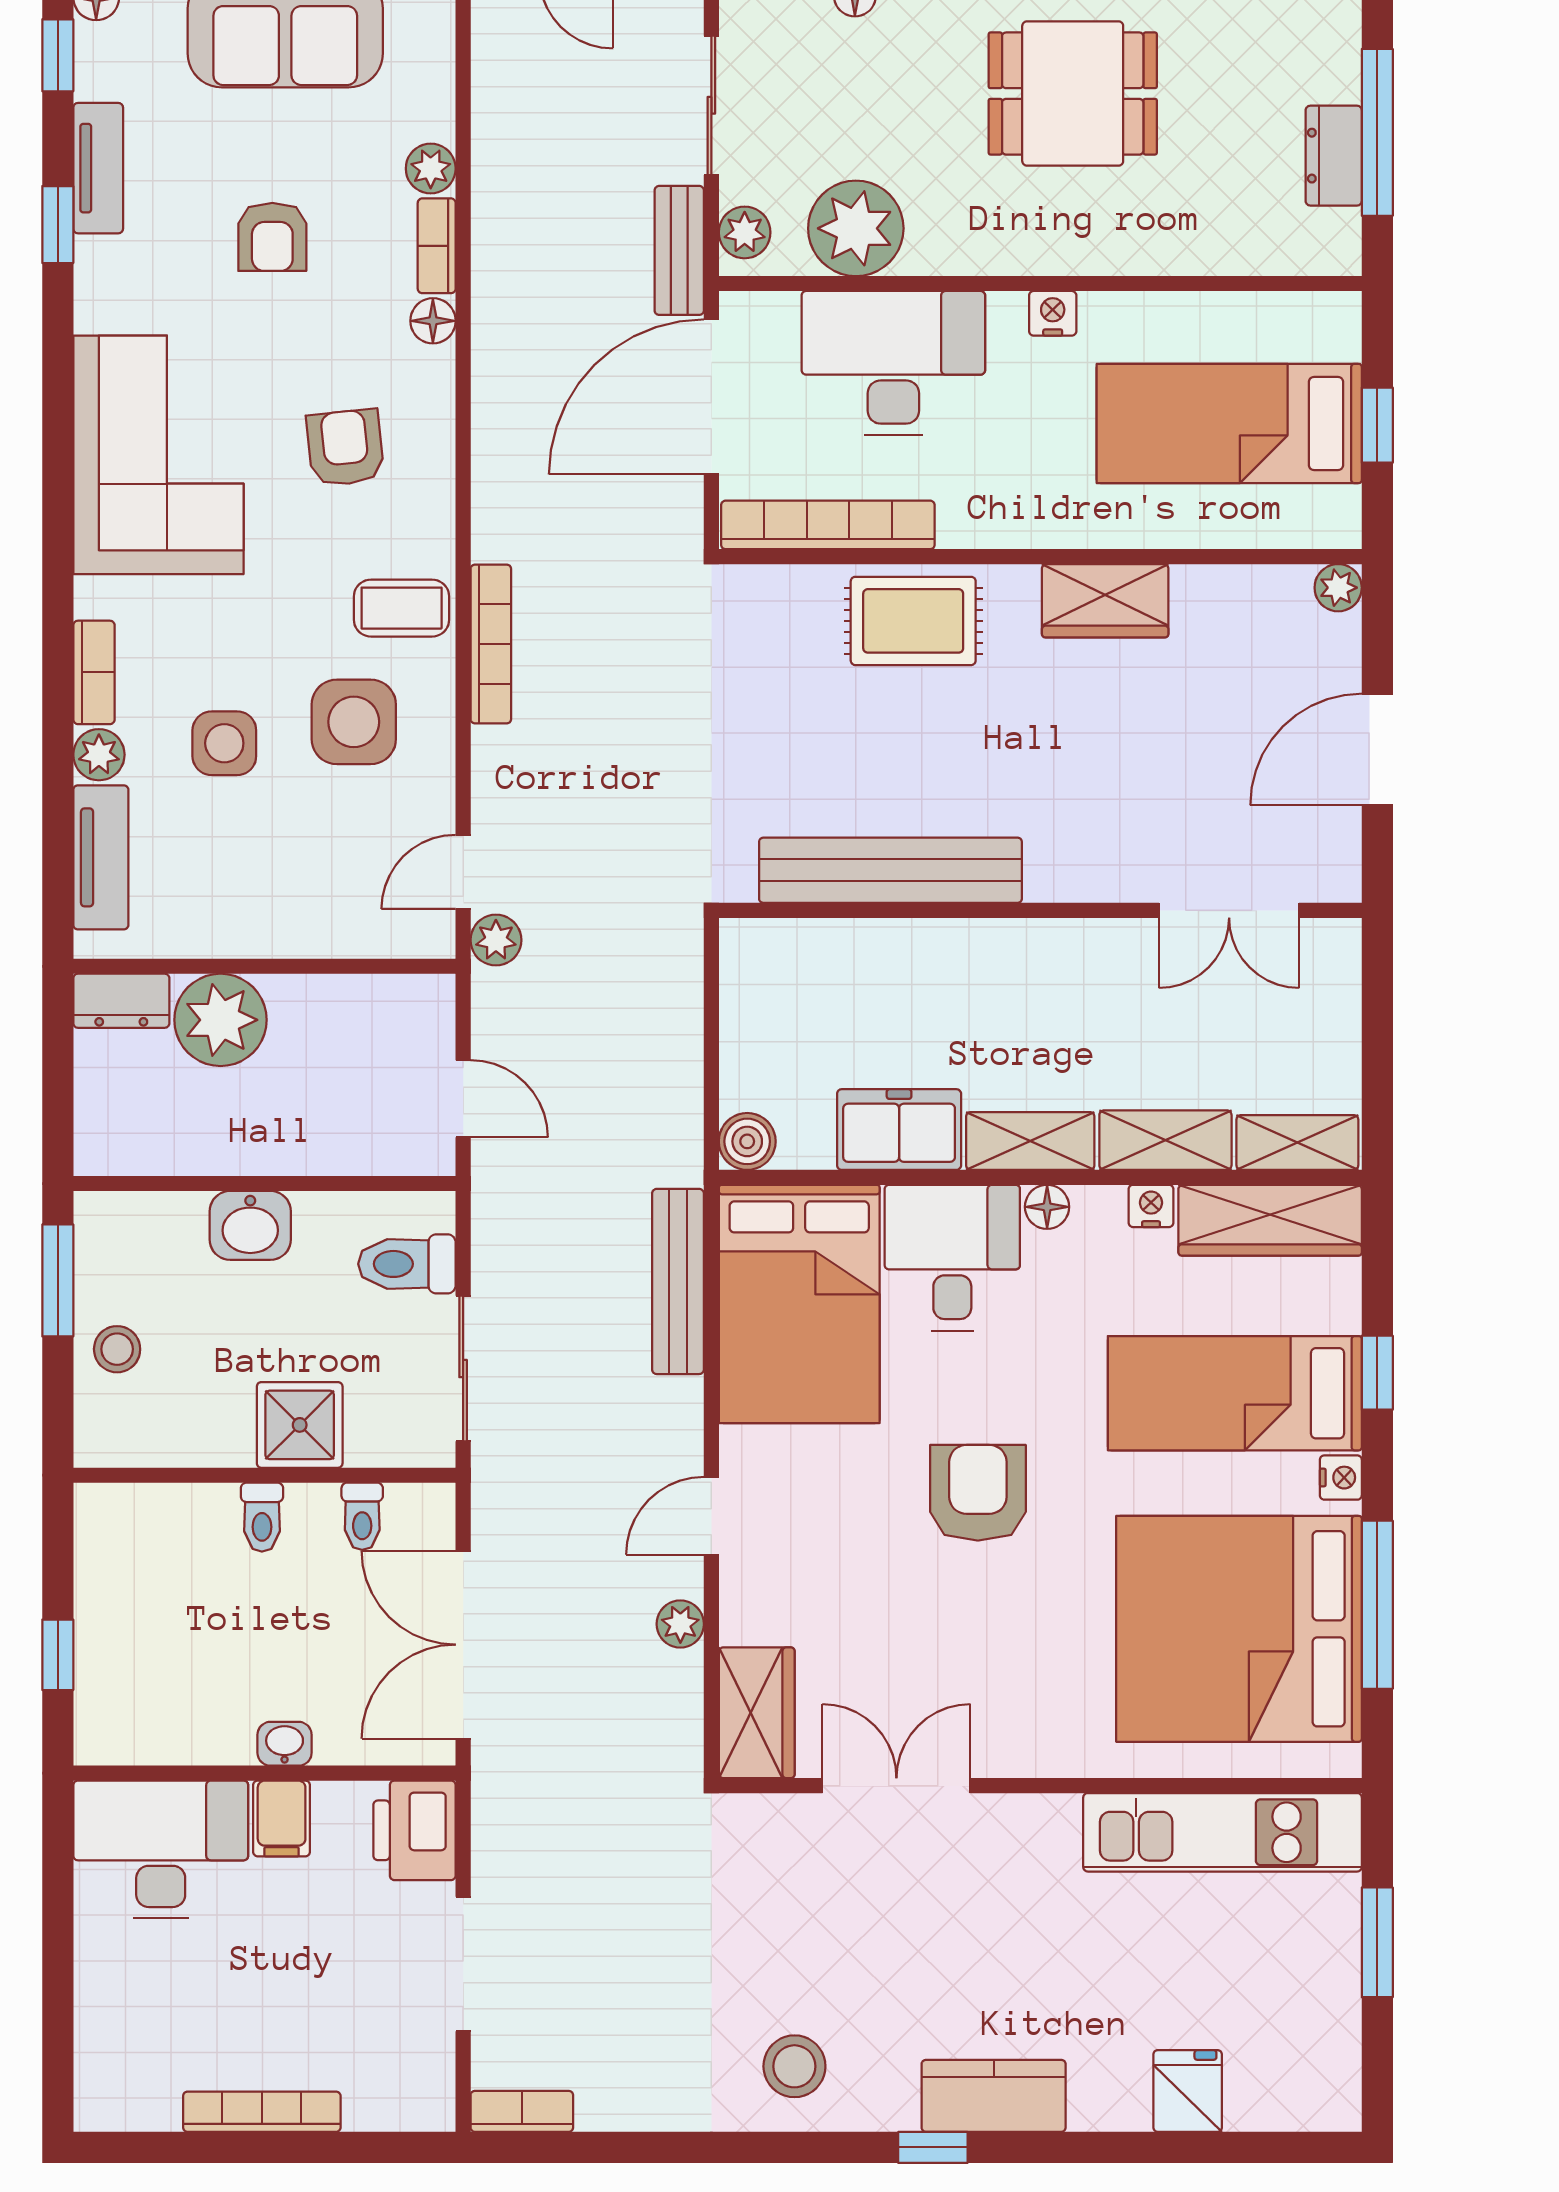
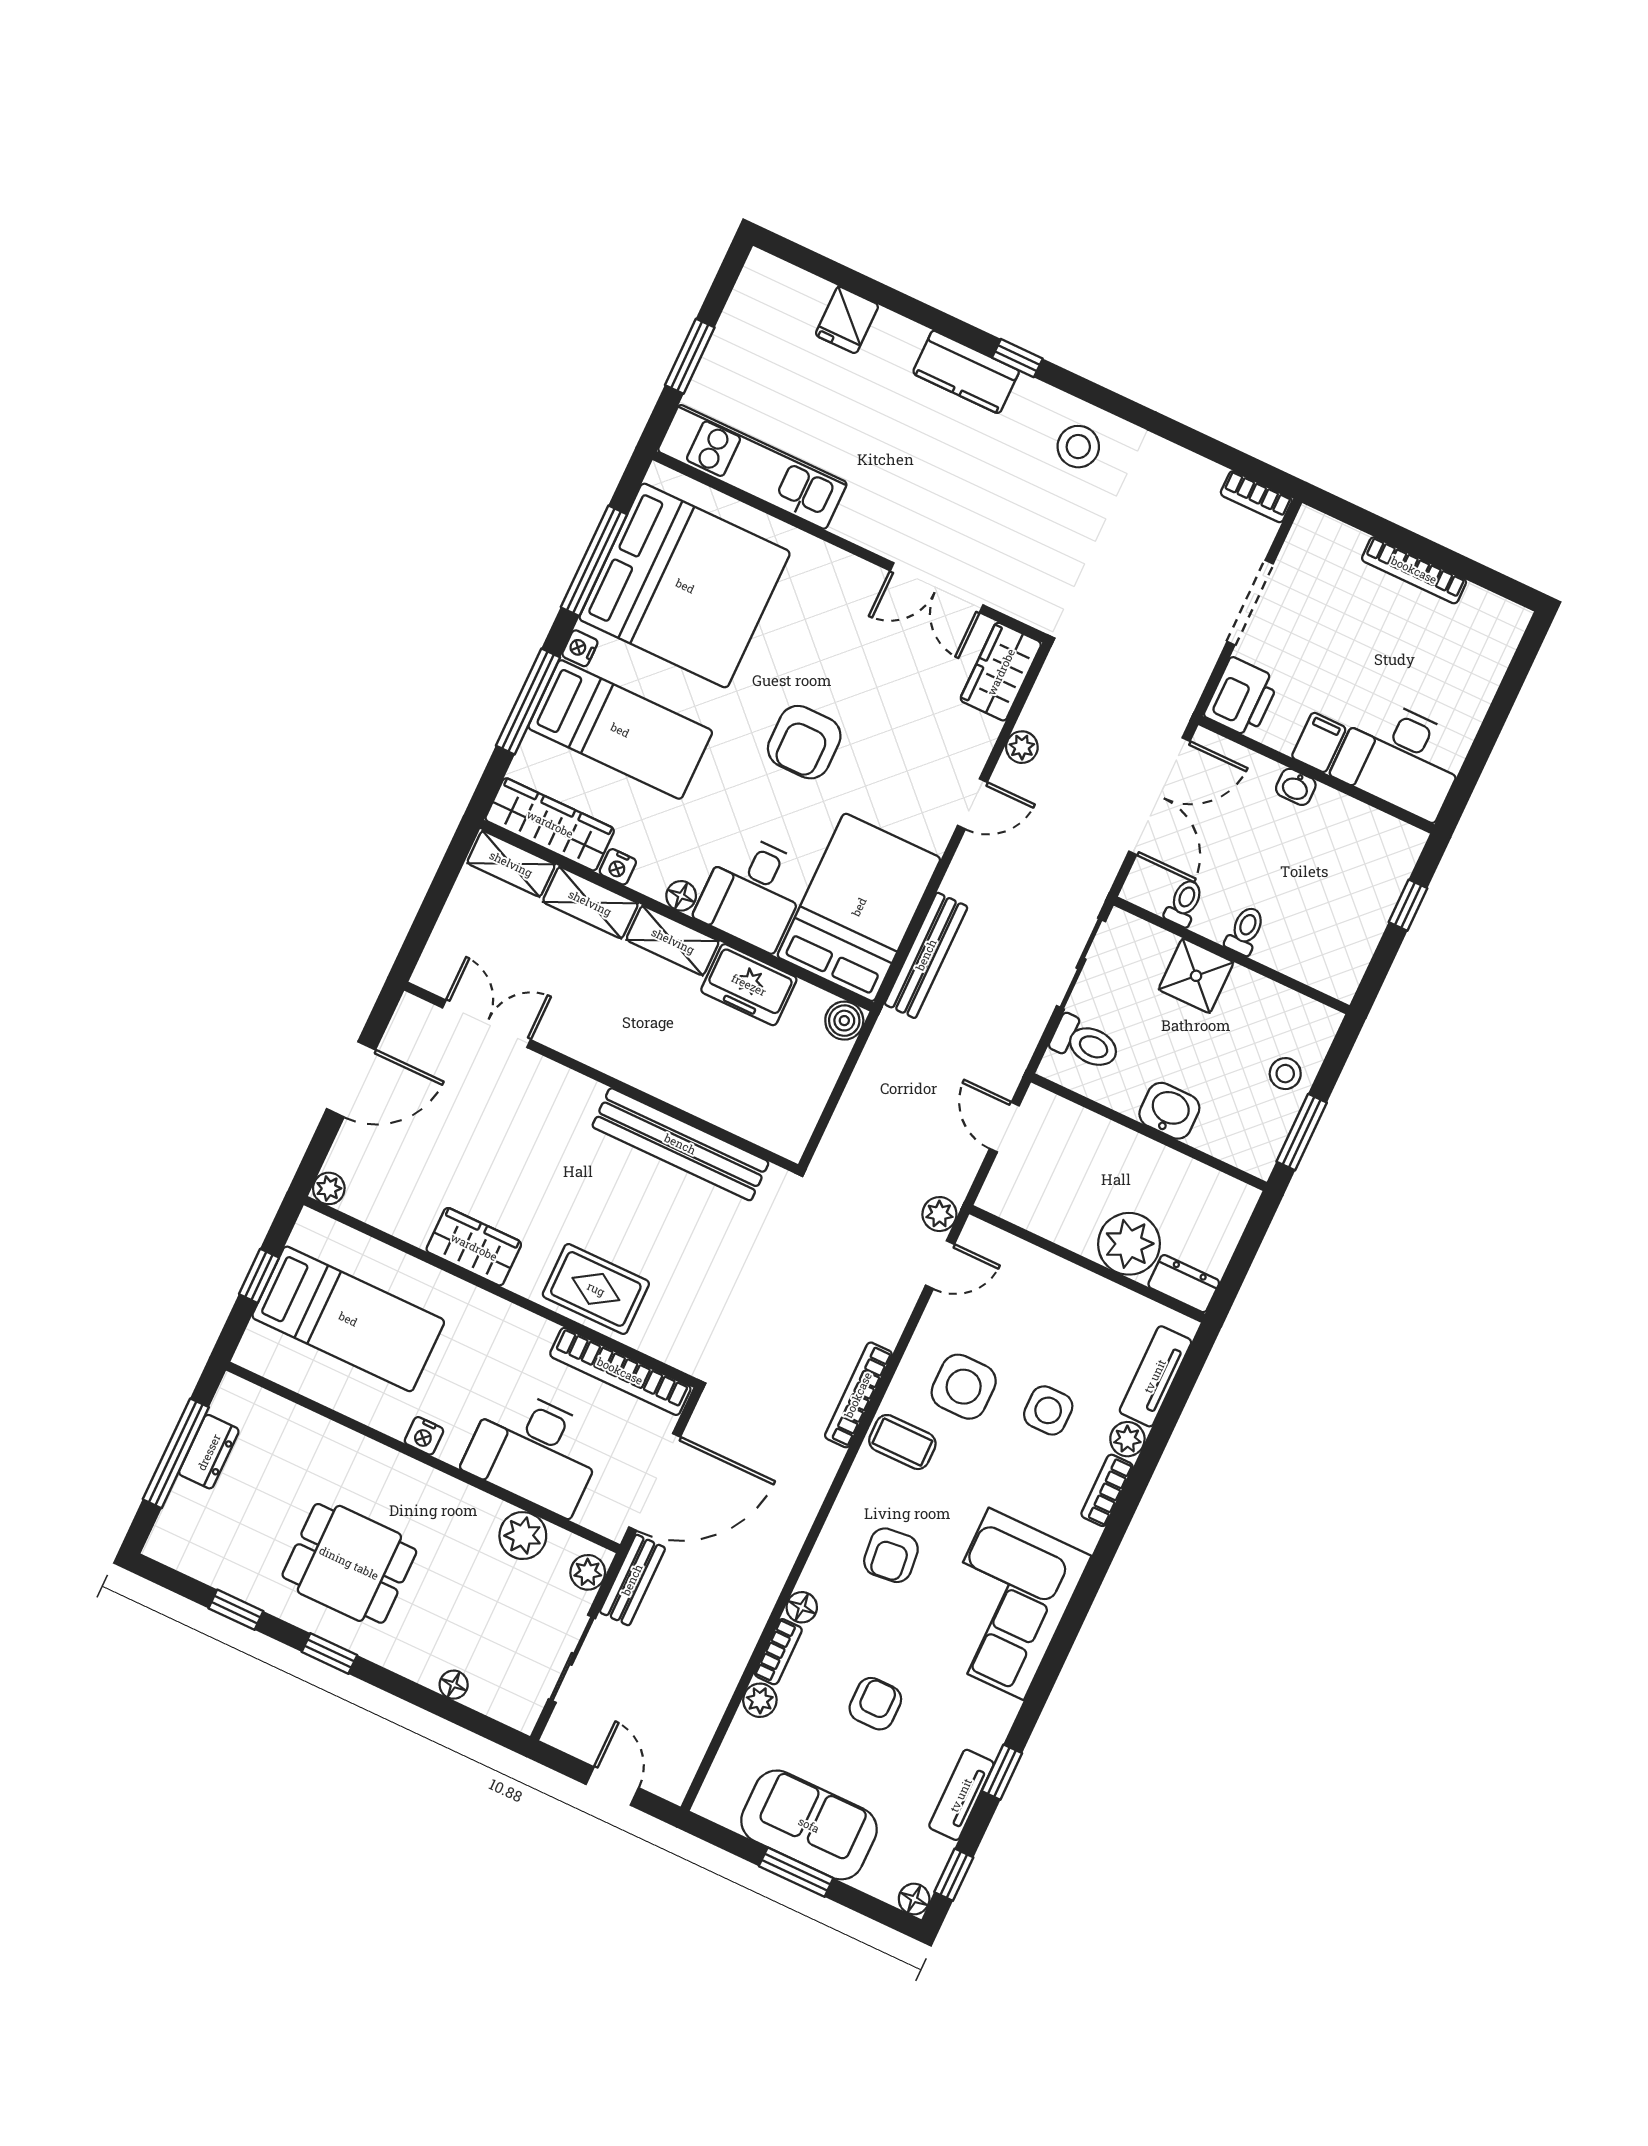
plant: (856, 228) -> (523, 1536), width x0.73, depth x0.73
window: (1377, 1373) -> (528, 701), width x2.17

